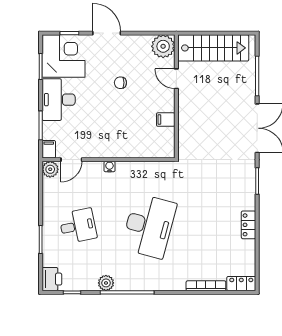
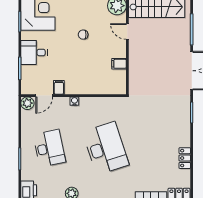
desk: (59, 100) -> (34, 52), width x0.73
filing cabinet: (49, 149) -> (59, 87), moved
locker: (249, 225) -> (185, 158), moved
desk: (78, 226) -> (49, 148), width x1.37
desk: (149, 226) -> (106, 148), turned -33

